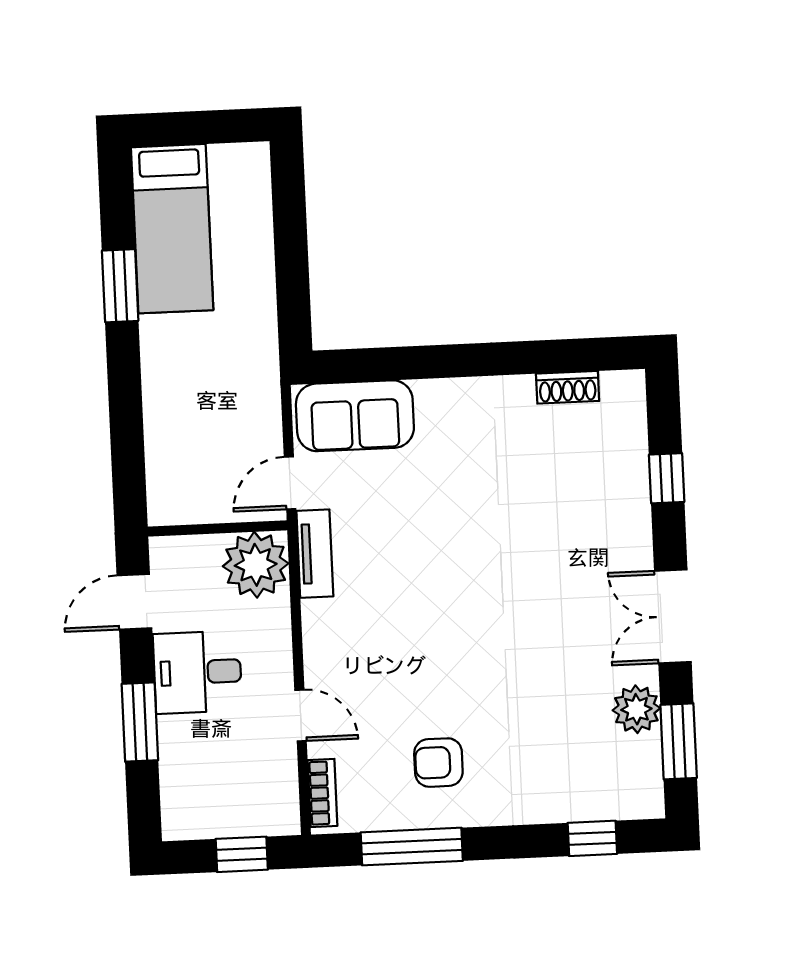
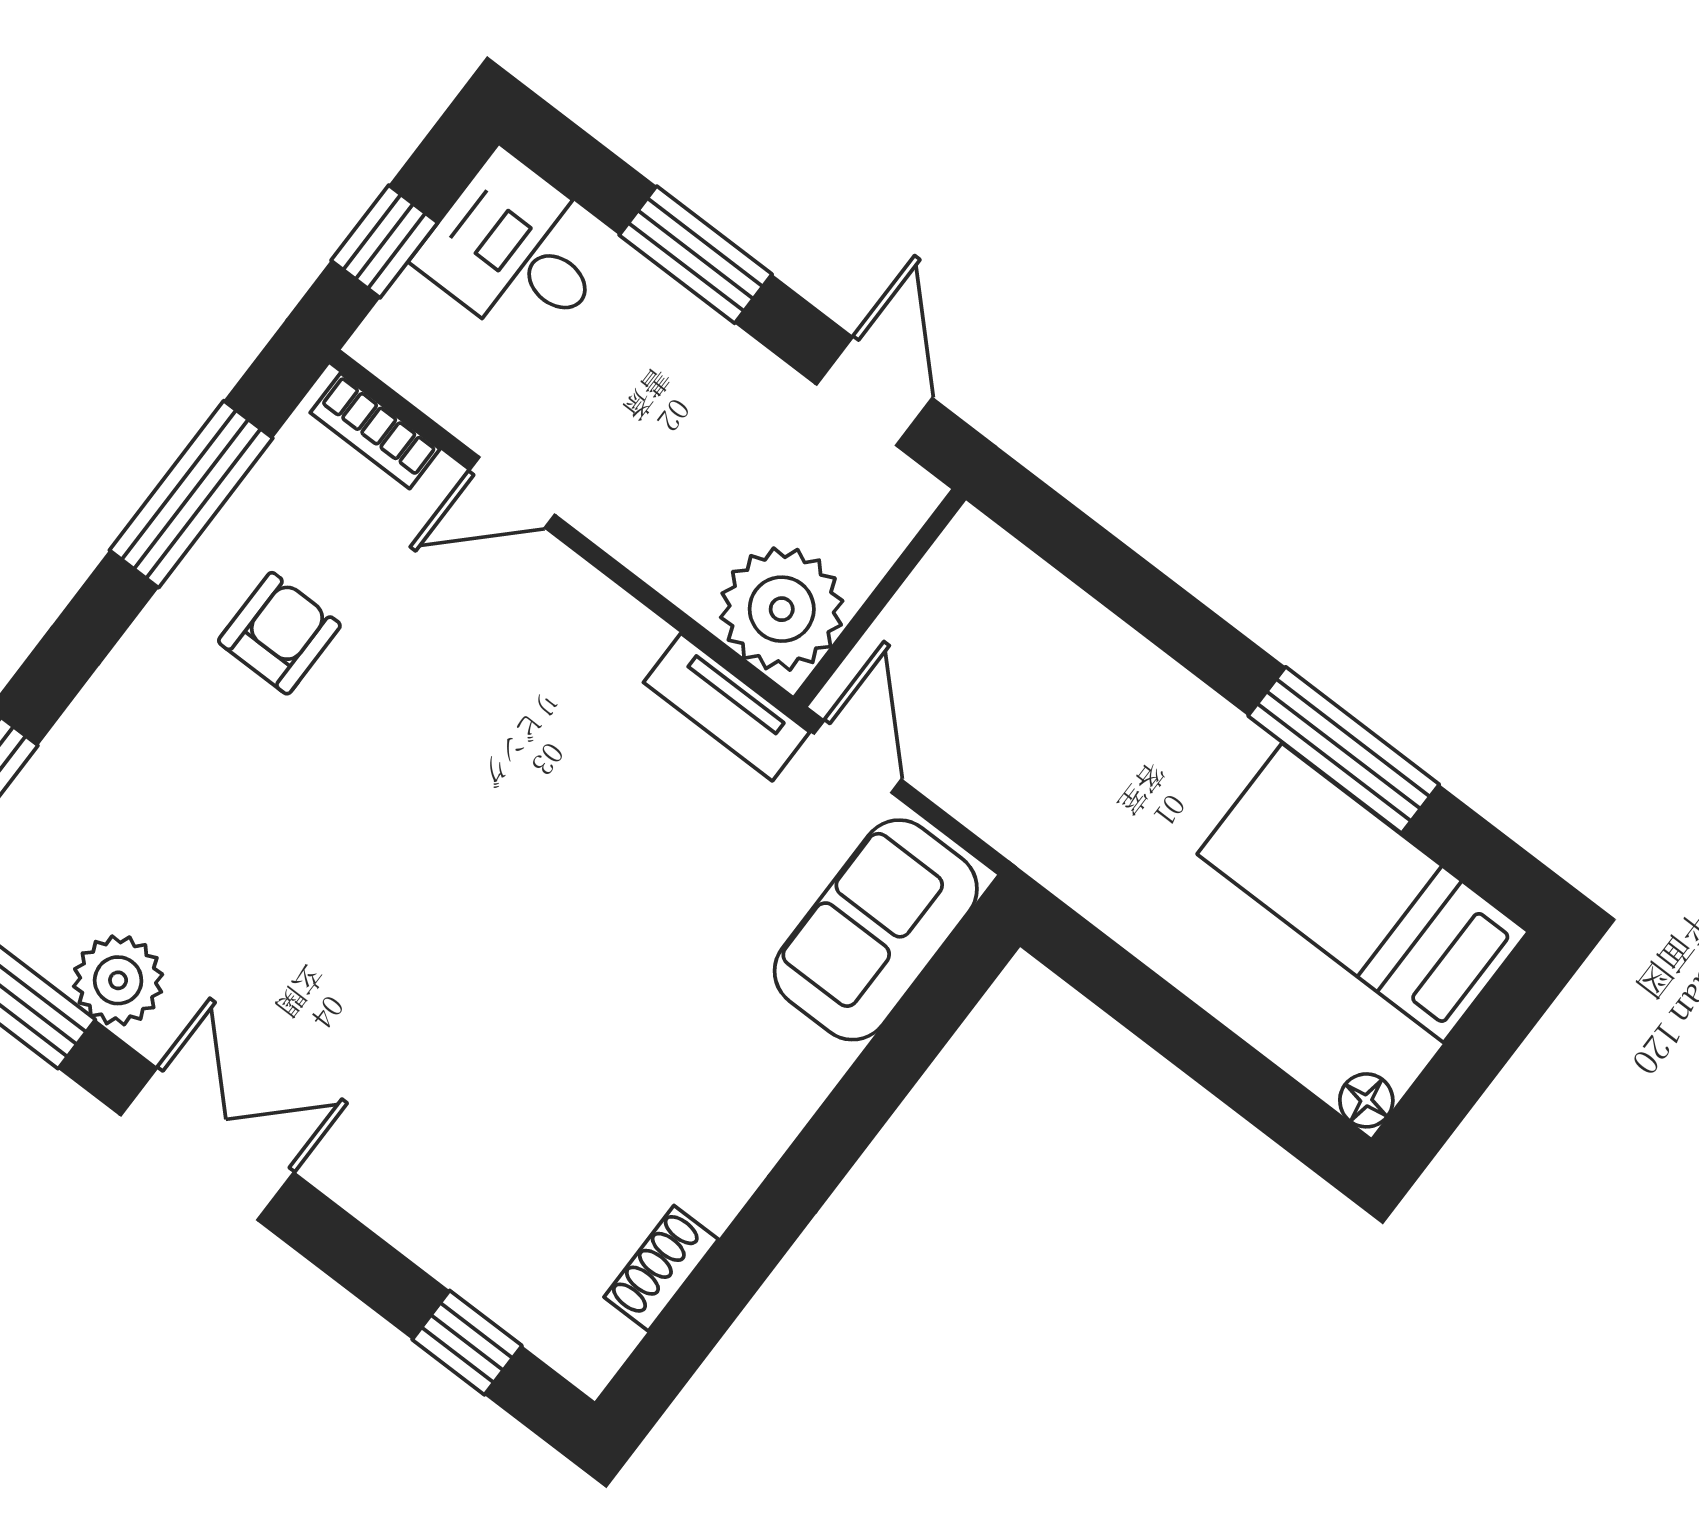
floor lamp: (256, 156) -> (1366, 1100), added
window: (120, 286) -> (1344, 750), width x1.44
window: (667, 478) -> (467, 1343), moved
desk: (197, 672) -> (517, 251), moved, turned -90

